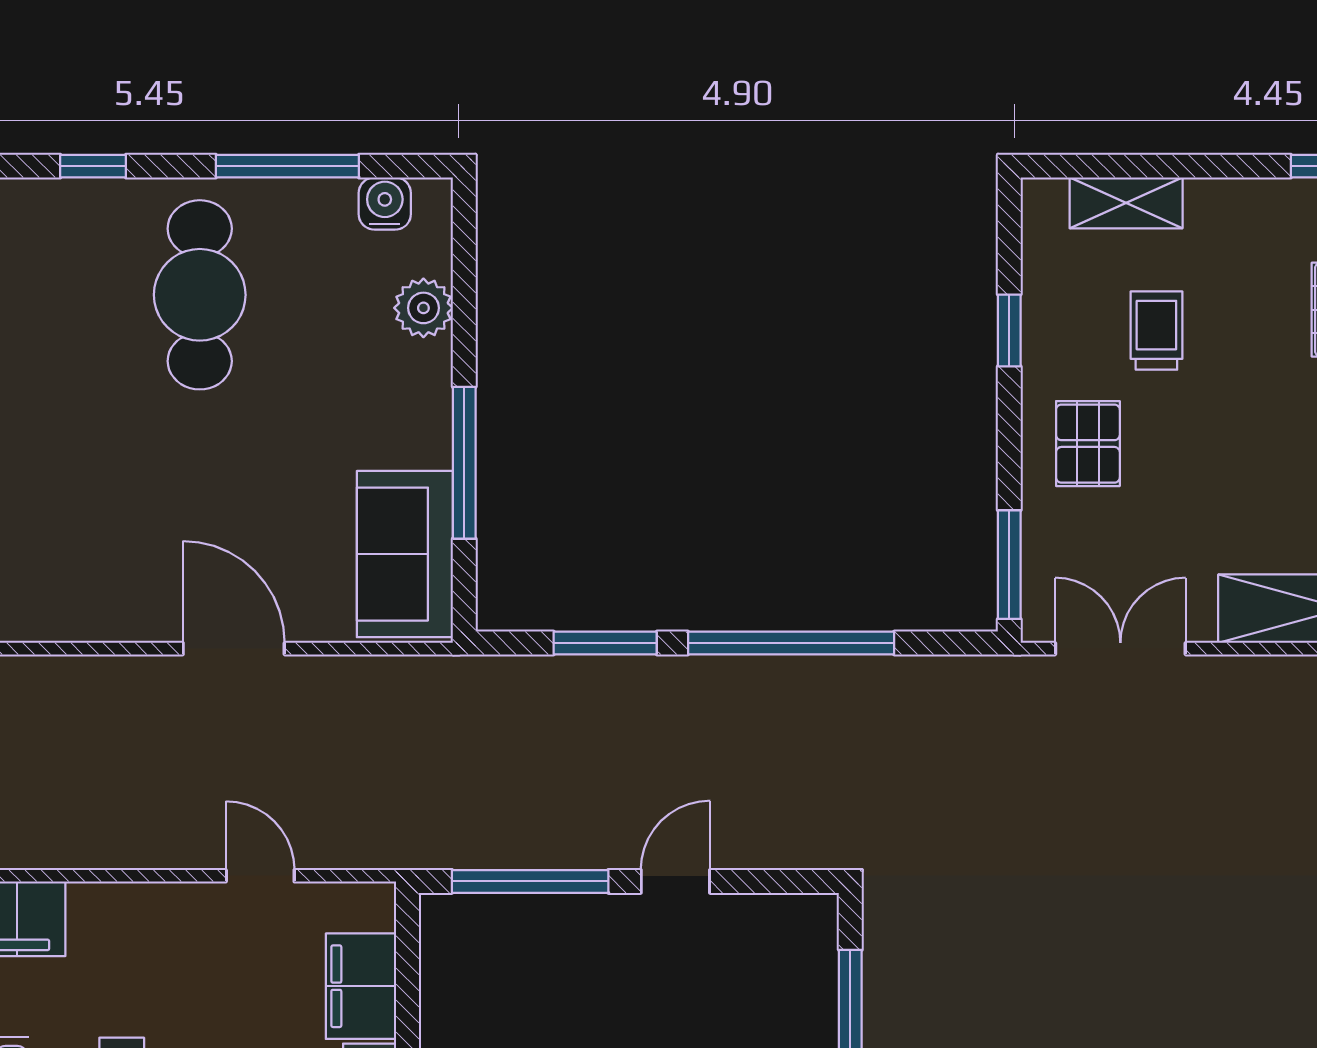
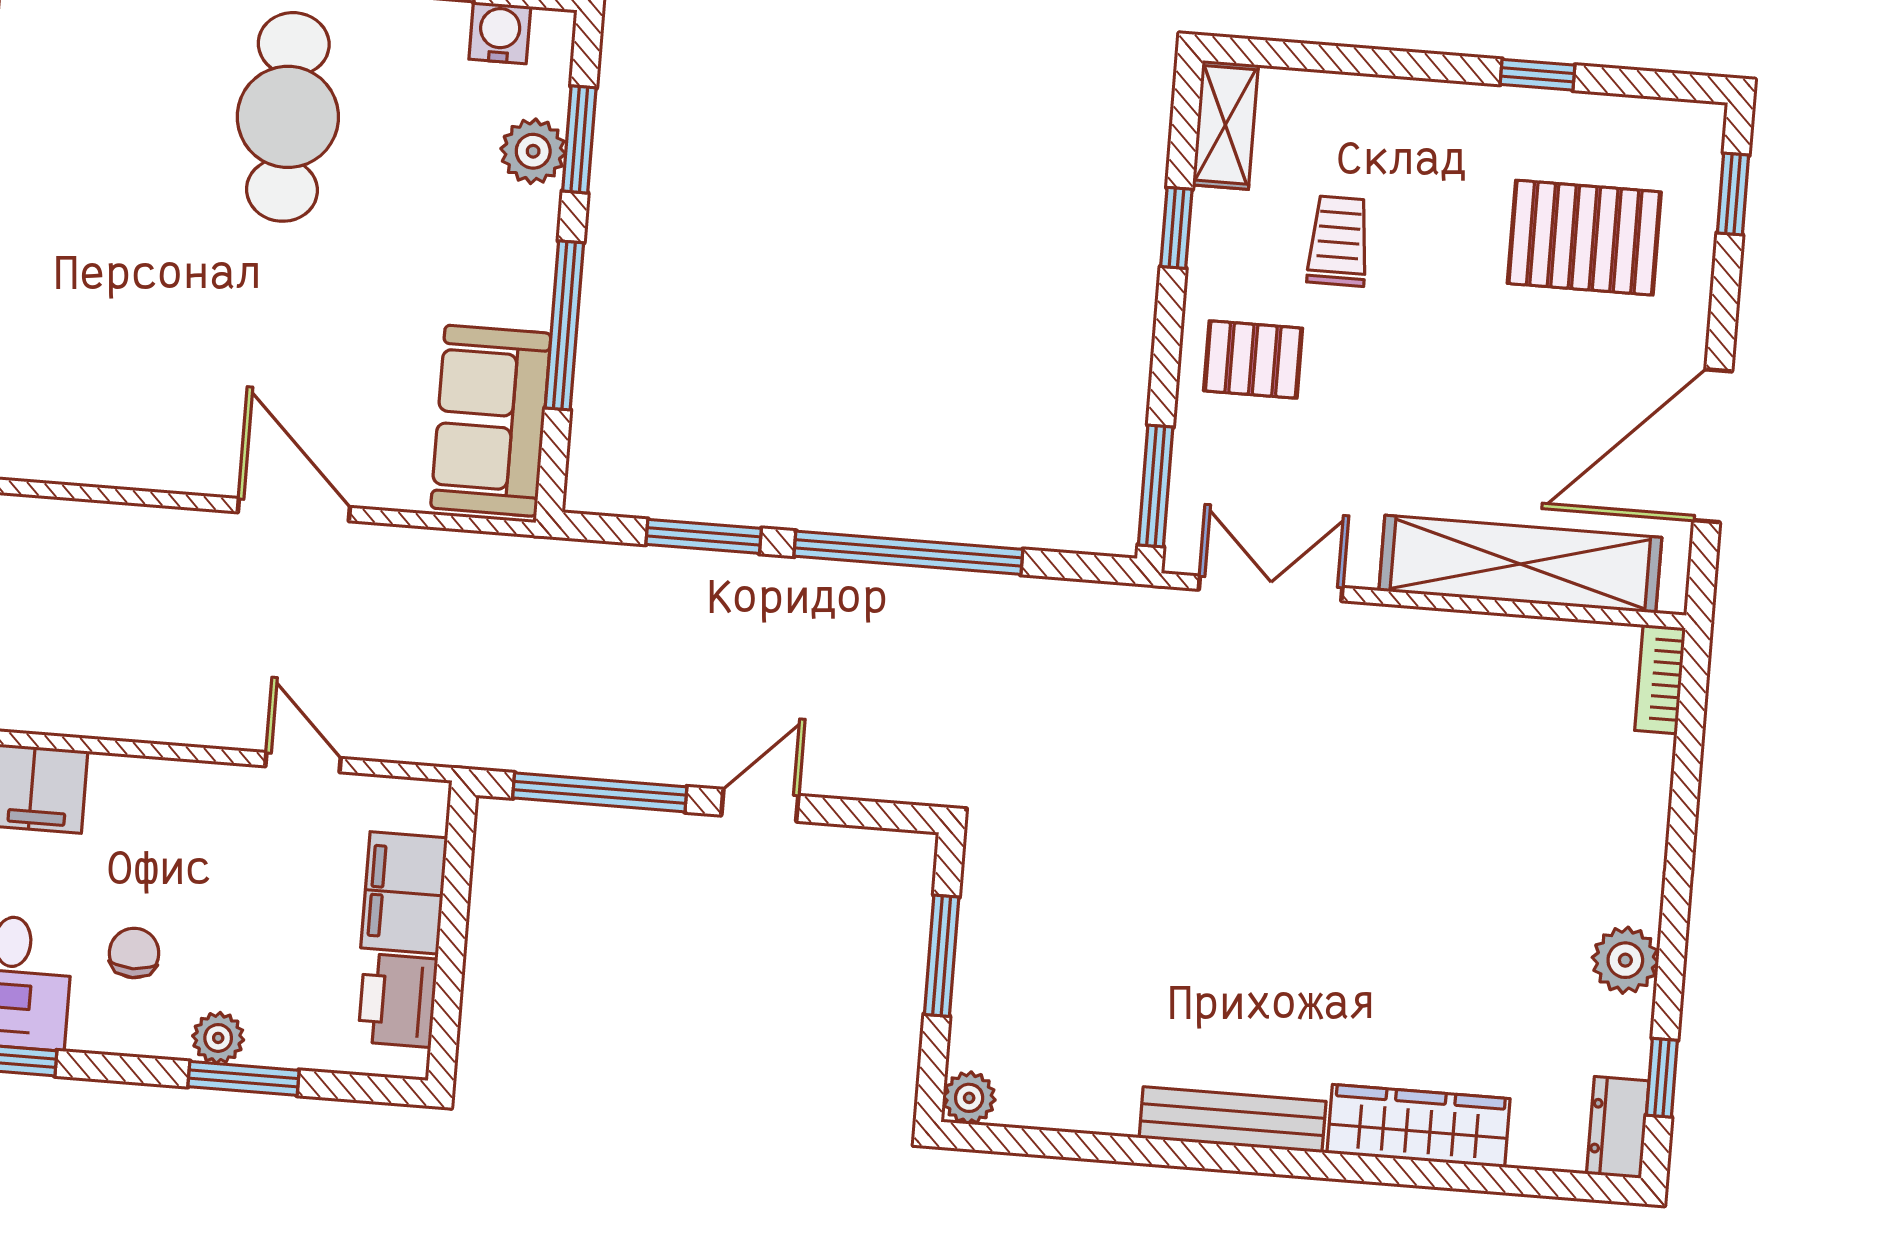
shelving: (1126, 203) -> (1225, 125), moved, turned 90
window: (464, 294) -> (579, 139), added
pallet: (1088, 444) -> (1253, 360), turned 90

